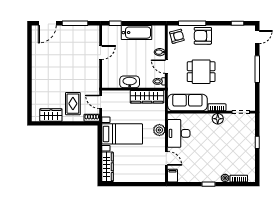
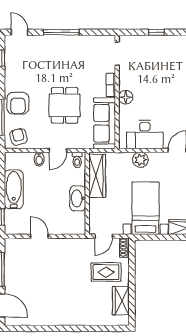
floor lamp: (218, 119) -> (126, 97), moved

